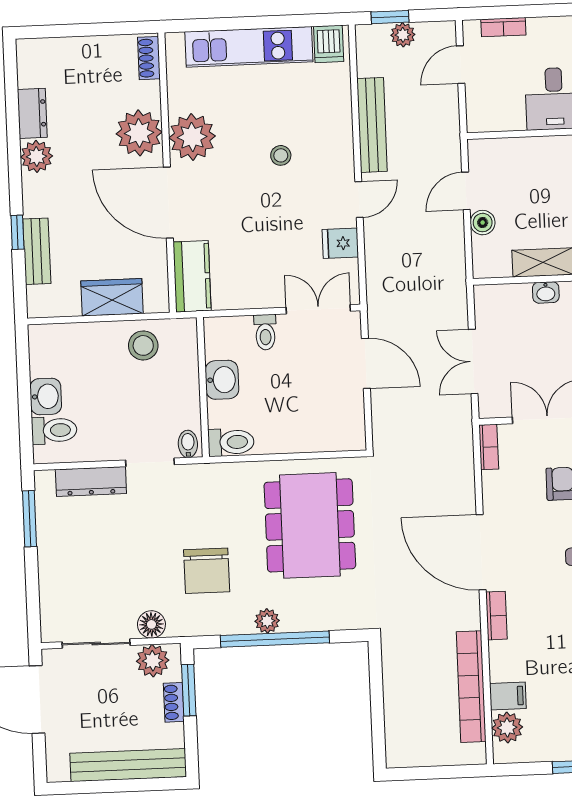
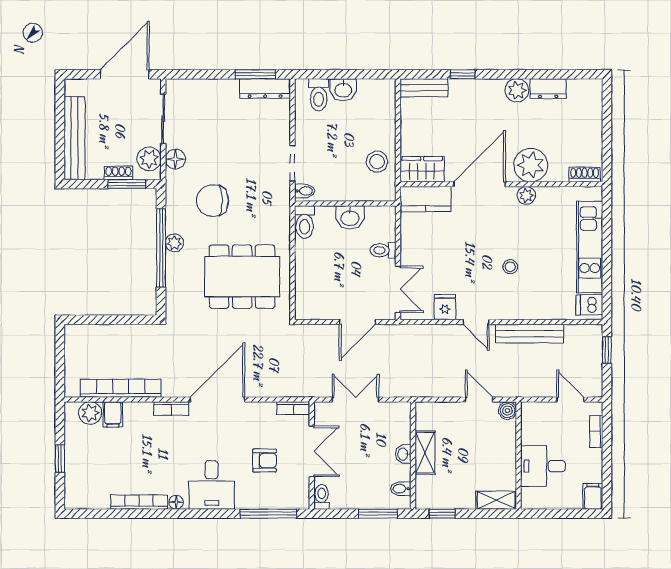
plant: (403, 35) -> (594, 359), removed
plant: (192, 137) -> (526, 195), width x0.53, depth x0.53
boiler: (483, 223) -> (508, 411), moved
bench: (37, 251) -> (424, 88), moved
wardrobe: (112, 297) -> (422, 169), moved, turned -90
dresser: (91, 482) -> (265, 88), moved, turned -90

